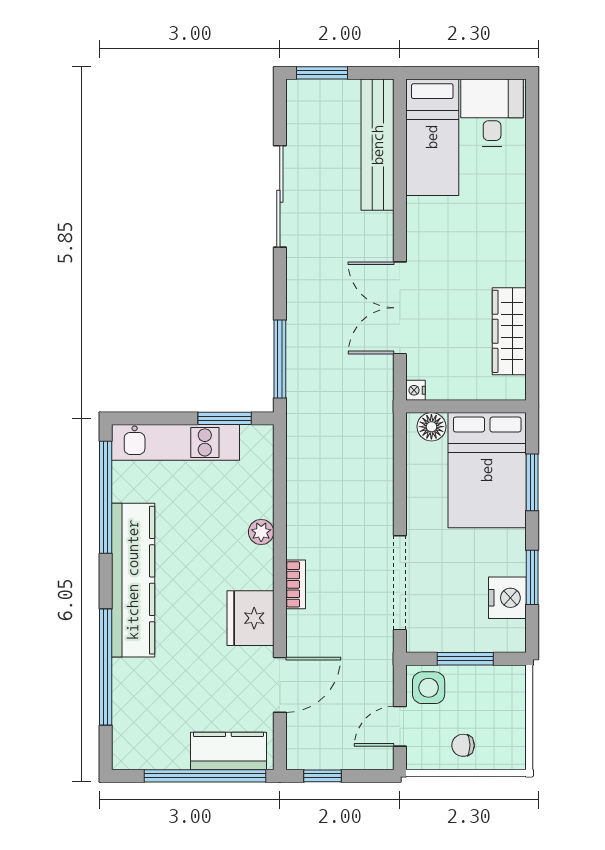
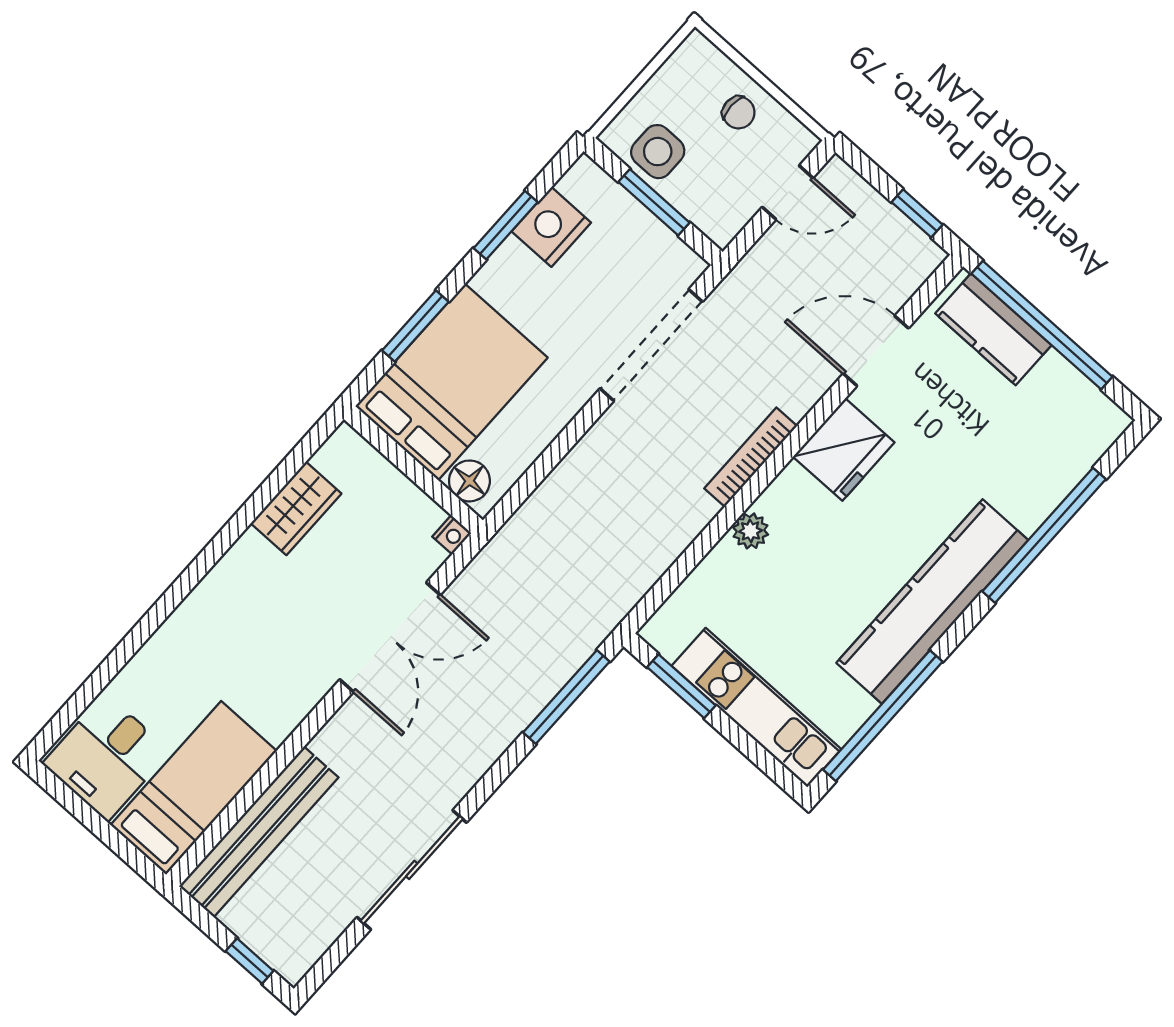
window: (322, 73) -> (250, 961), width x0.67
wardrobe: (509, 331) -> (296, 508), width x0.67
bookcase: (296, 584) -> (751, 457), width x1.56
side table: (429, 688) -> (658, 152), moved

